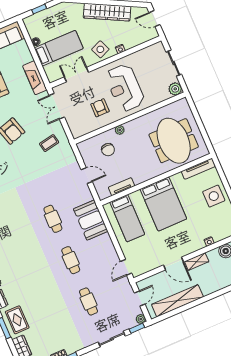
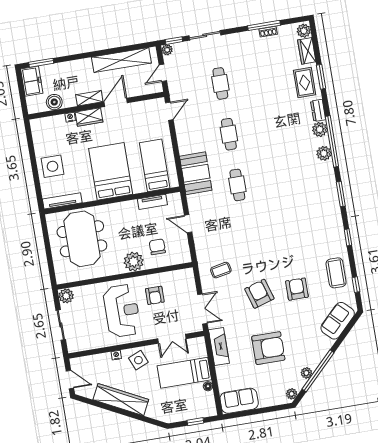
plant: (120, 130) -> (134, 262), width x1.88, depth x1.88
wardrobe: (193, 246) -> (89, 117), added
door: (173, 264) -> (116, 102), hinge flipped

